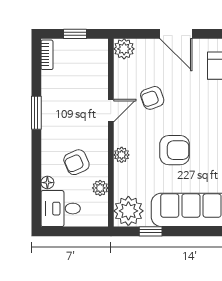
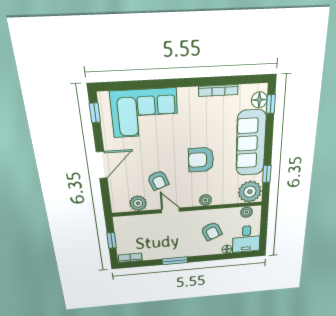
plant: (124, 49) -> (138, 203), moved
armchair: (175, 150) -> (201, 160), turned -90
plant: (100, 188) -> (246, 212), moved

